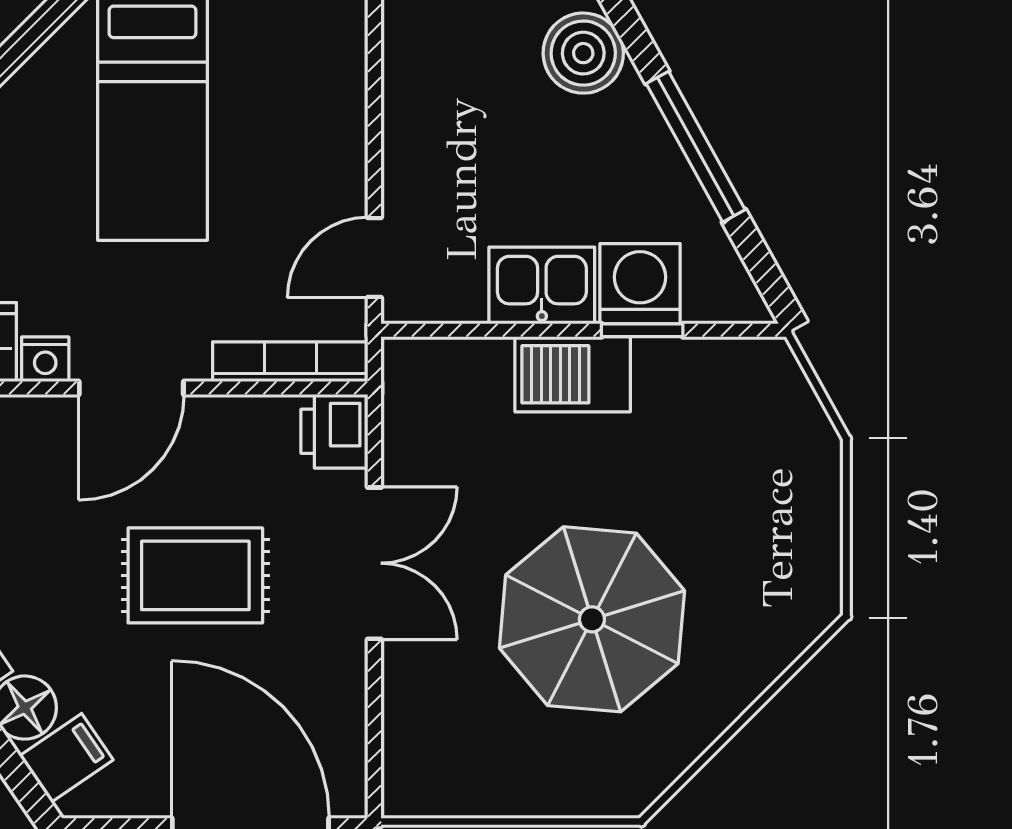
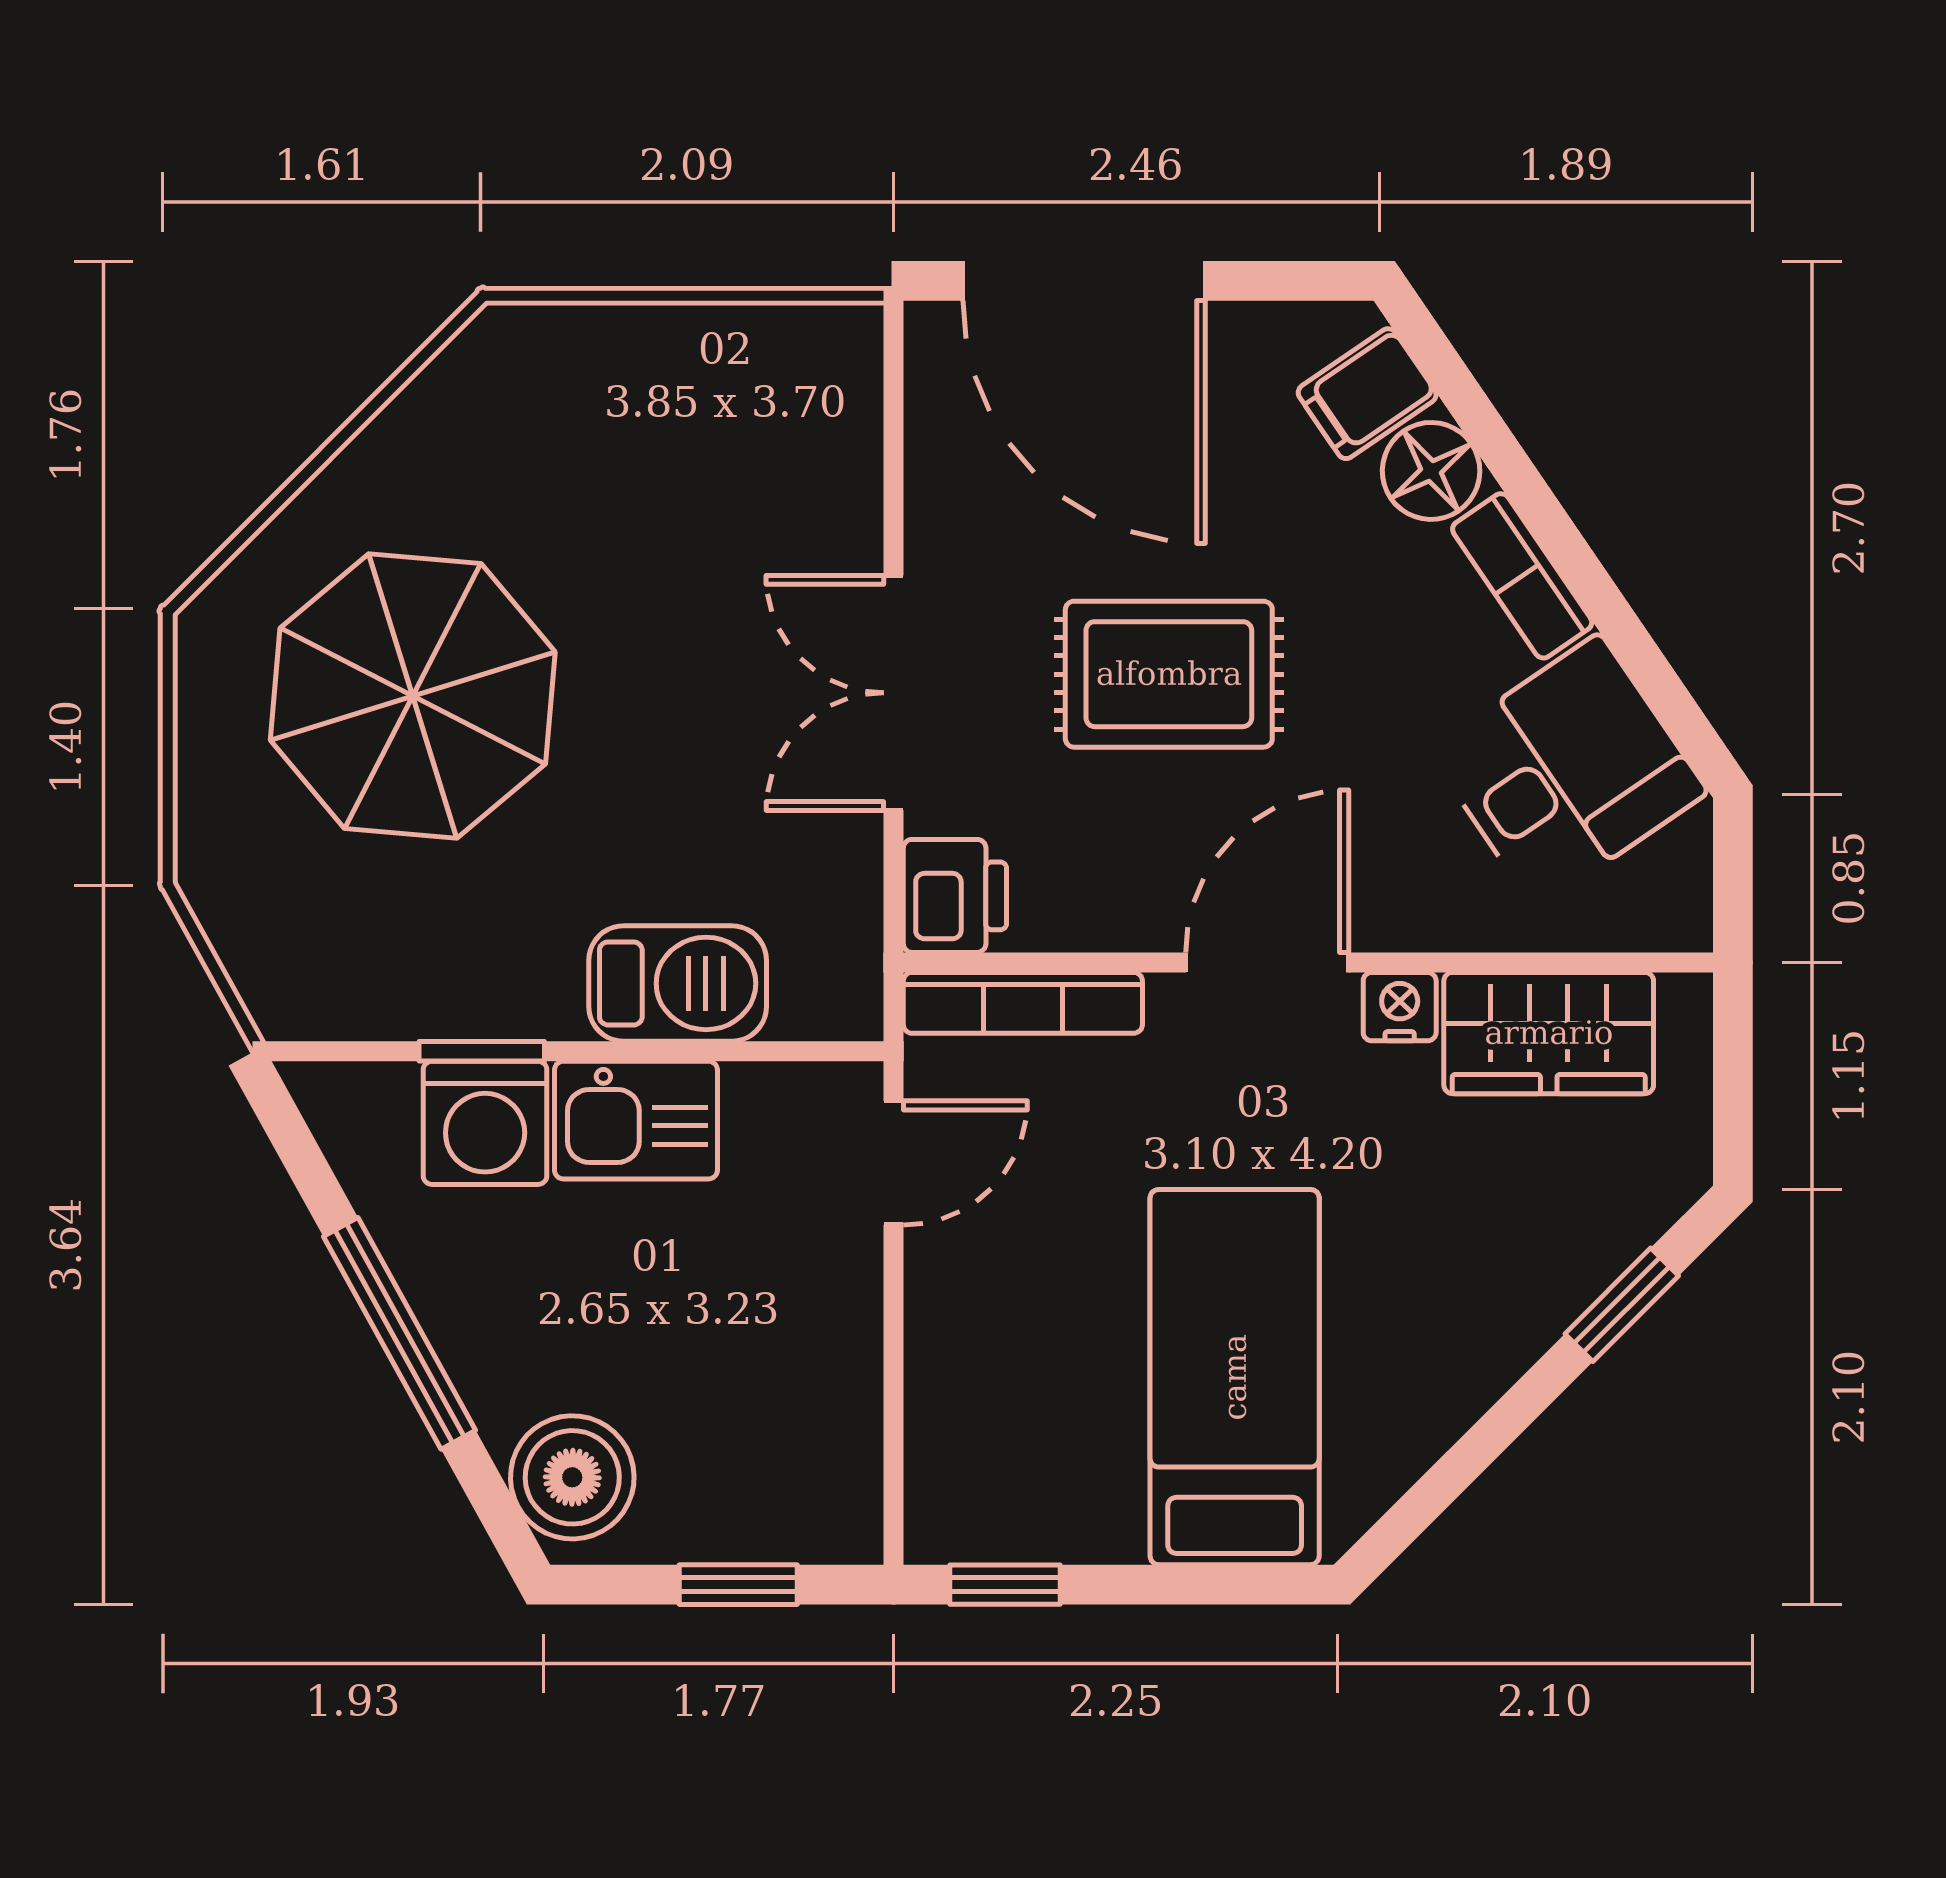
barbecue: (573, 374) -> (678, 983), moved
parasol: (592, 619) -> (413, 696), moved

